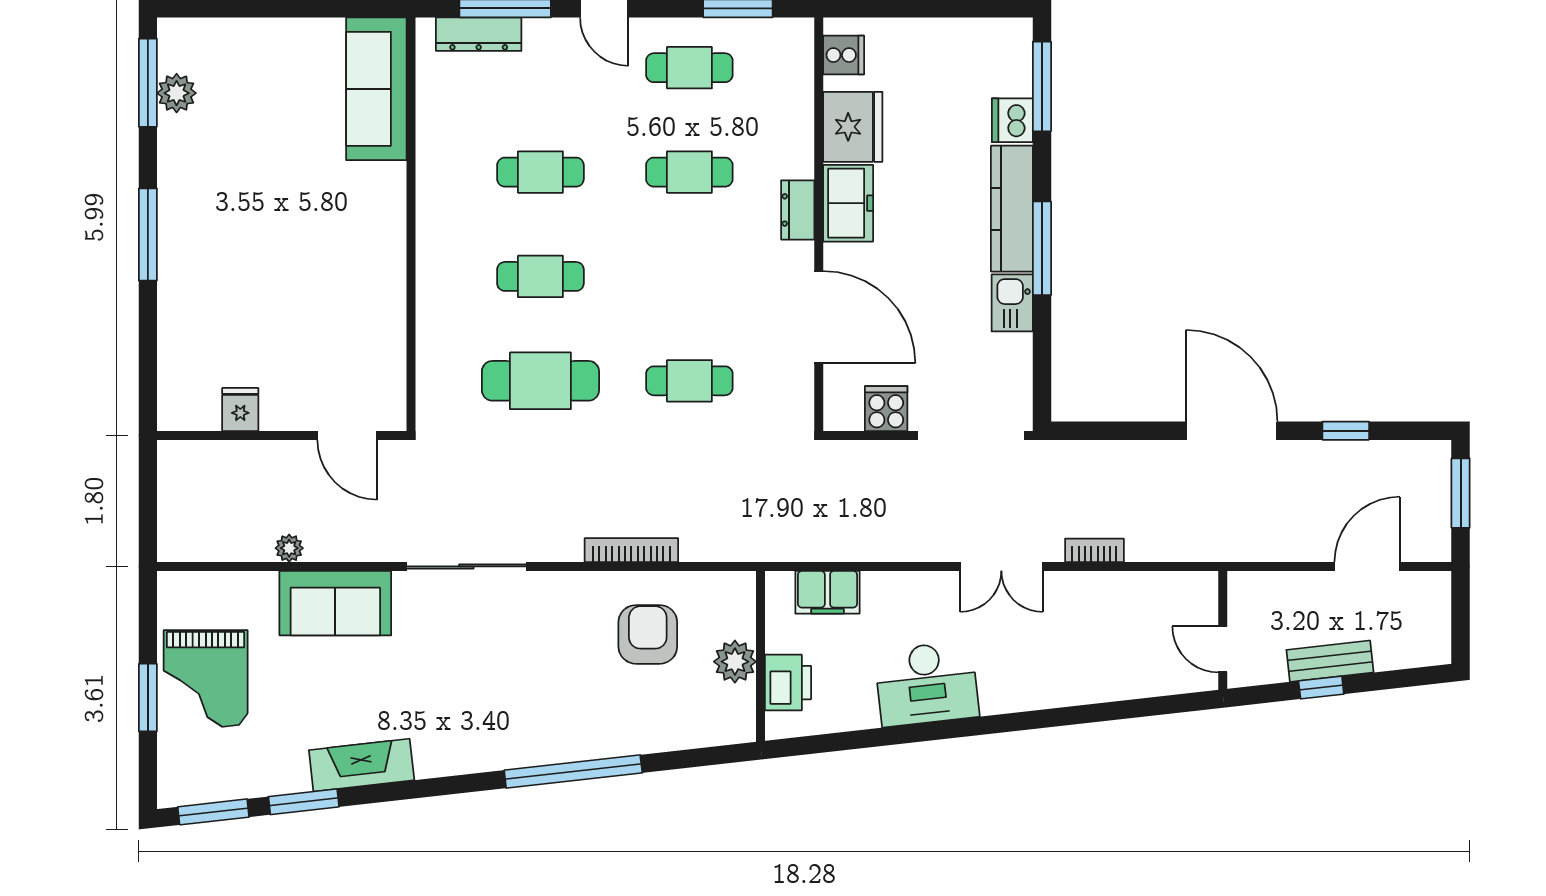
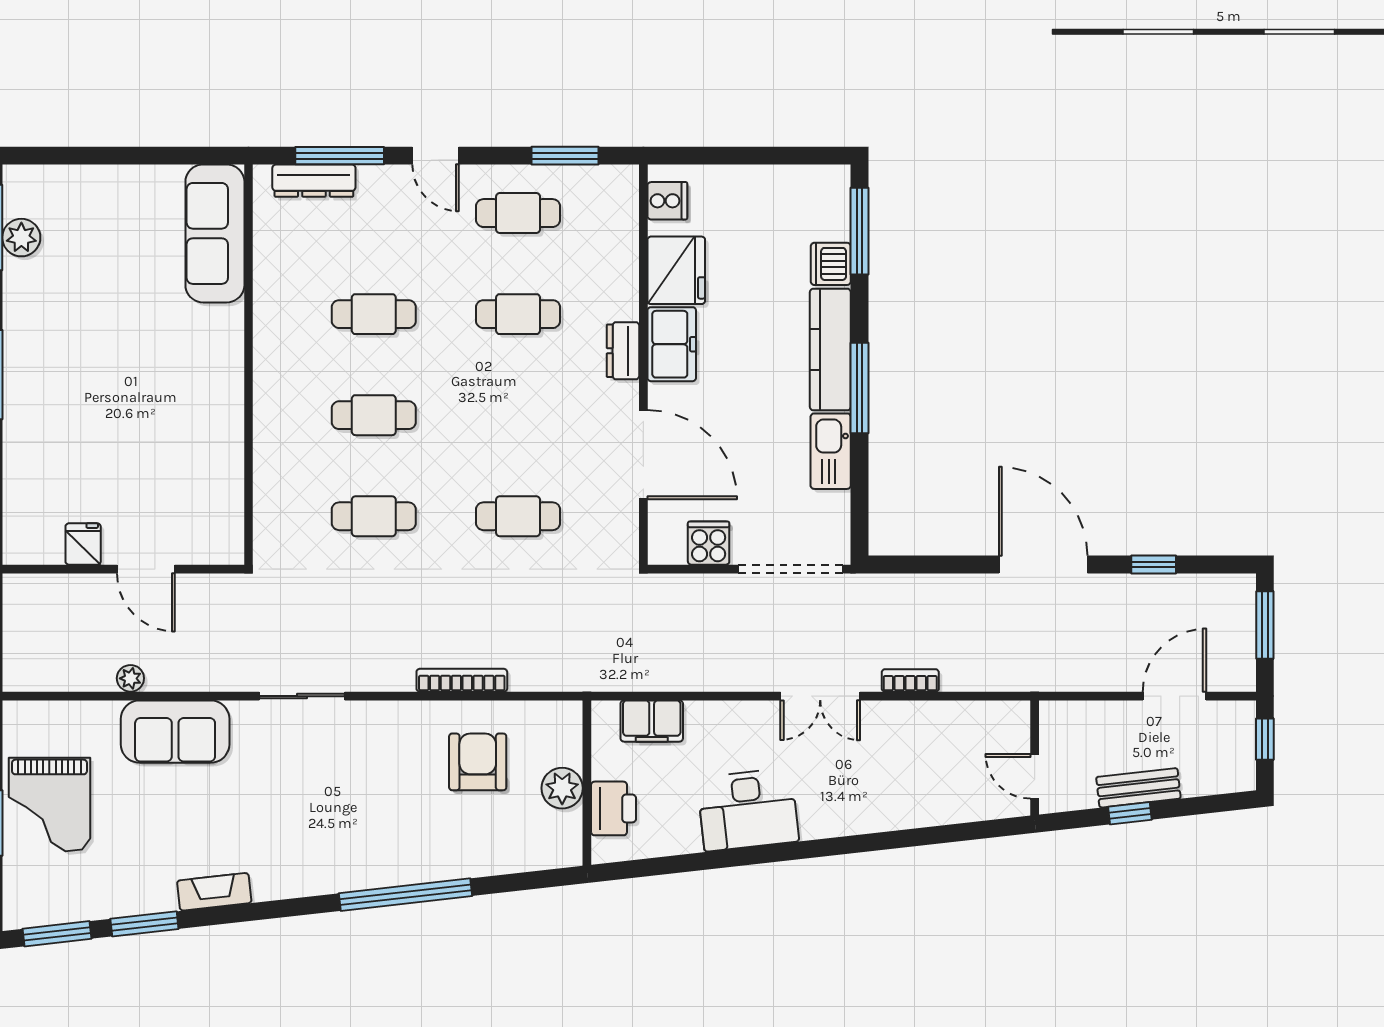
kitchen sink: (1012, 303) -> (831, 451), width x1.38
cafe table: (540, 381) -> (374, 516), width x0.73, depth x0.74
door: (347, 435) -> (146, 569), moved
sliding door: (466, 566) -> (302, 696), width x0.73
window: (1461, 611) -> (1265, 739), added
fireplace: (362, 765) -> (214, 892), width x0.73, depth x0.76

